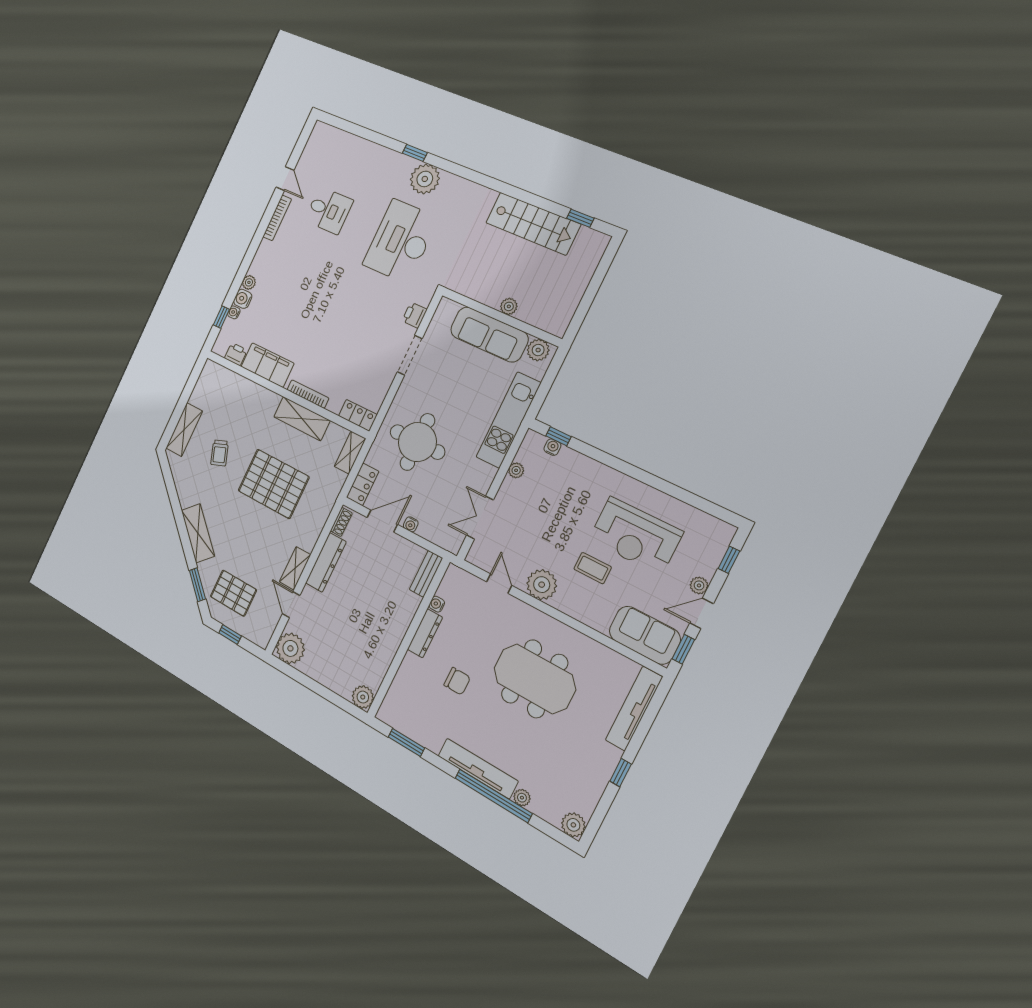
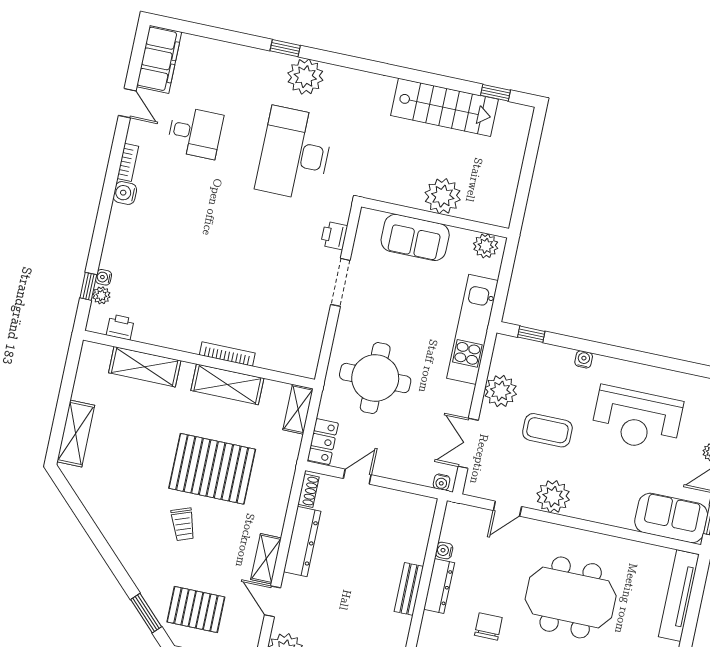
bookcase: (277, 218) -> (128, 162), width x0.64
plant: (249, 282) -> (101, 295), moved
water cooler: (243, 299) -> (125, 193), moved
plant: (509, 306) -> (443, 196), width x1.87, depth x1.87
sofa: (489, 334) -> (415, 237), width x0.73
filing cabinet: (267, 365) -> (159, 59), moved, turned 90
locker: (358, 415) -> (296, 364), removed
water cooler: (552, 447) -> (584, 359), moved
trolley: (220, 453) -> (183, 524), moved
plant: (516, 470) -> (501, 391), width x1.87, depth x1.87
door: (382, 521) -> (357, 477), width x0.73
water cooler: (411, 524) -> (442, 482), moved
shelving: (198, 533) -> (145, 367), moved, turned -45
coffee table: (593, 568) -> (547, 430), moved, width x1.36, depth x1.30
bench: (426, 574) -> (409, 589), moved
door: (499, 584) -> (507, 509), swing flipped
chair: (457, 681) -> (488, 626), turned -90

